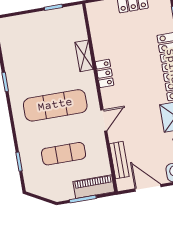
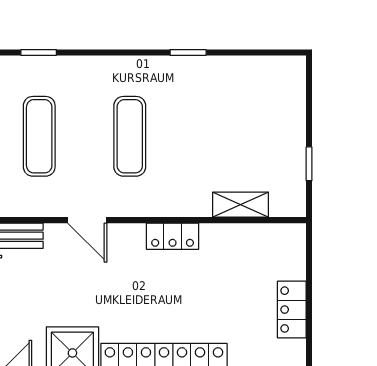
shelving: (84, 56) -> (241, 205), moved
exercise mat: (55, 105) -> (130, 136), width x0.73, depth x0.69

